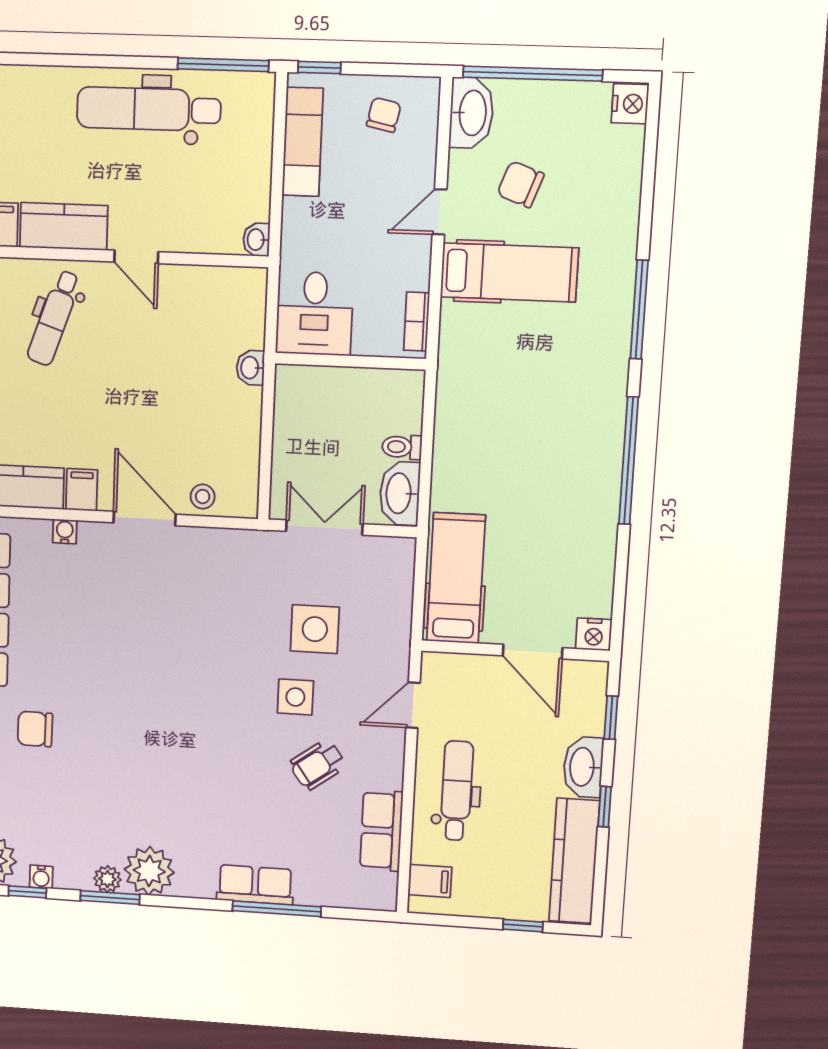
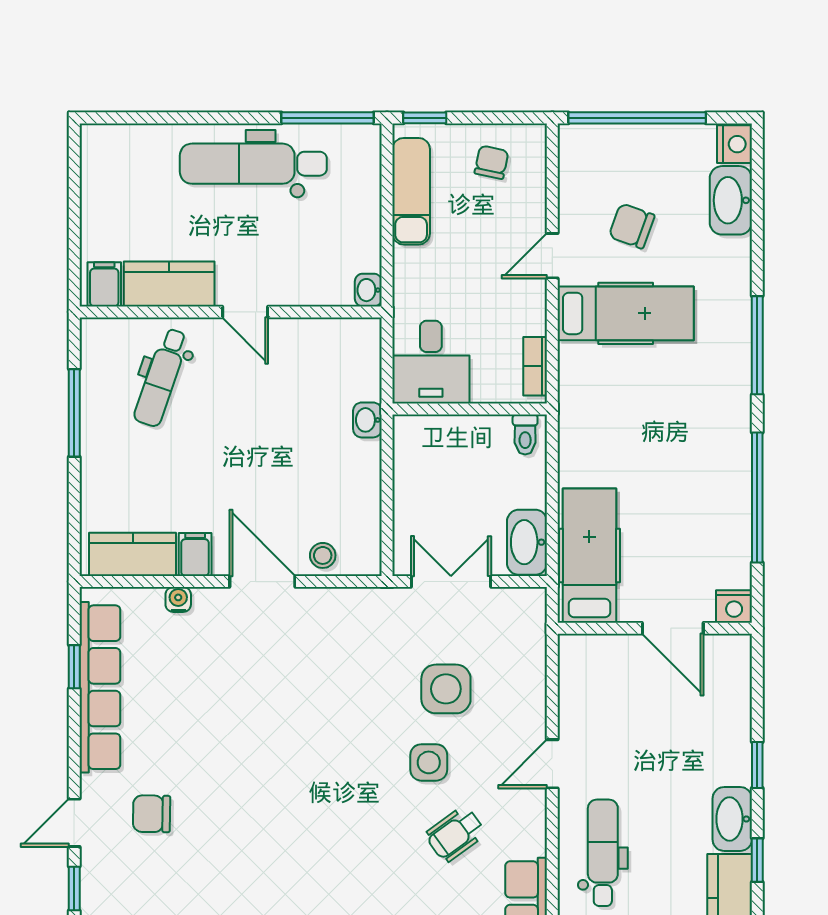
washbasin: (471, 113) -> (731, 200), moved, turned 180
toilet: (402, 447) -> (525, 435), moved, turned -90
hospital bed: (456, 578) -> (589, 556), moved
nightstand: (594, 634) -> (734, 606), moved
wall: (515, 651) -> (655, 628), moved
door: (533, 652) -> (673, 628), moved

